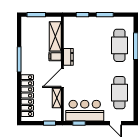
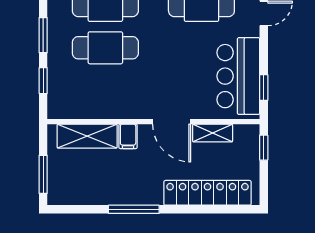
cafe table: (99, 45) -> (105, 48), added
dresser: (68, 57) -> (129, 109), removed

